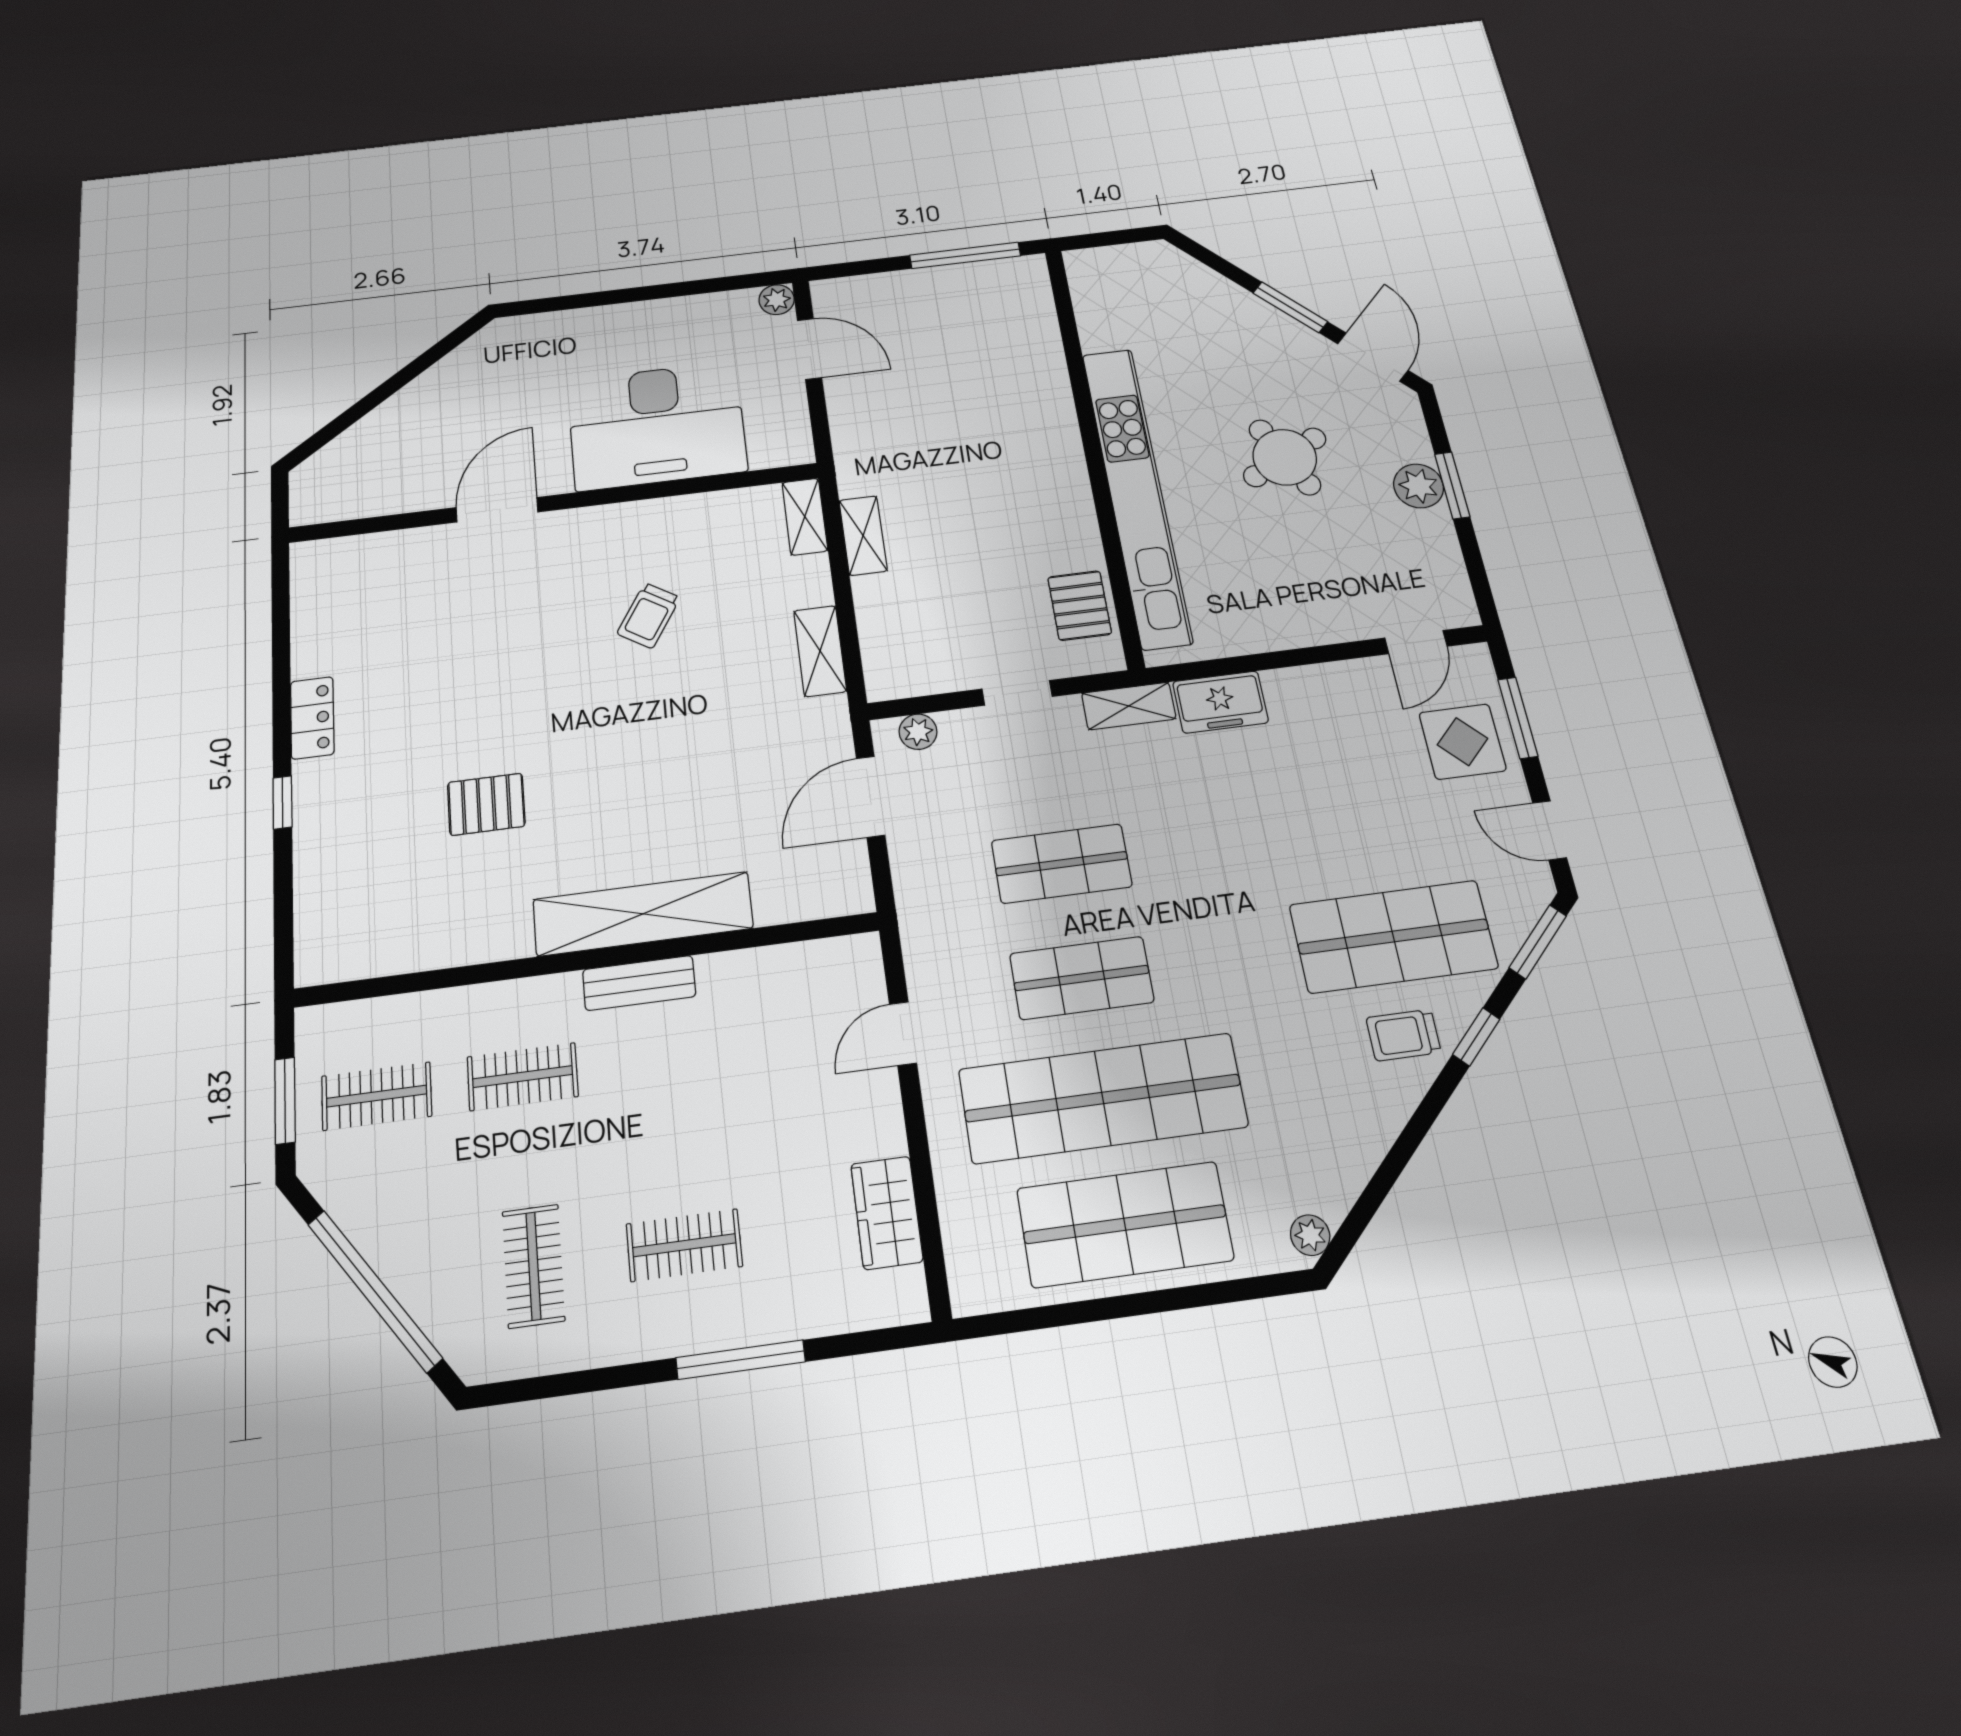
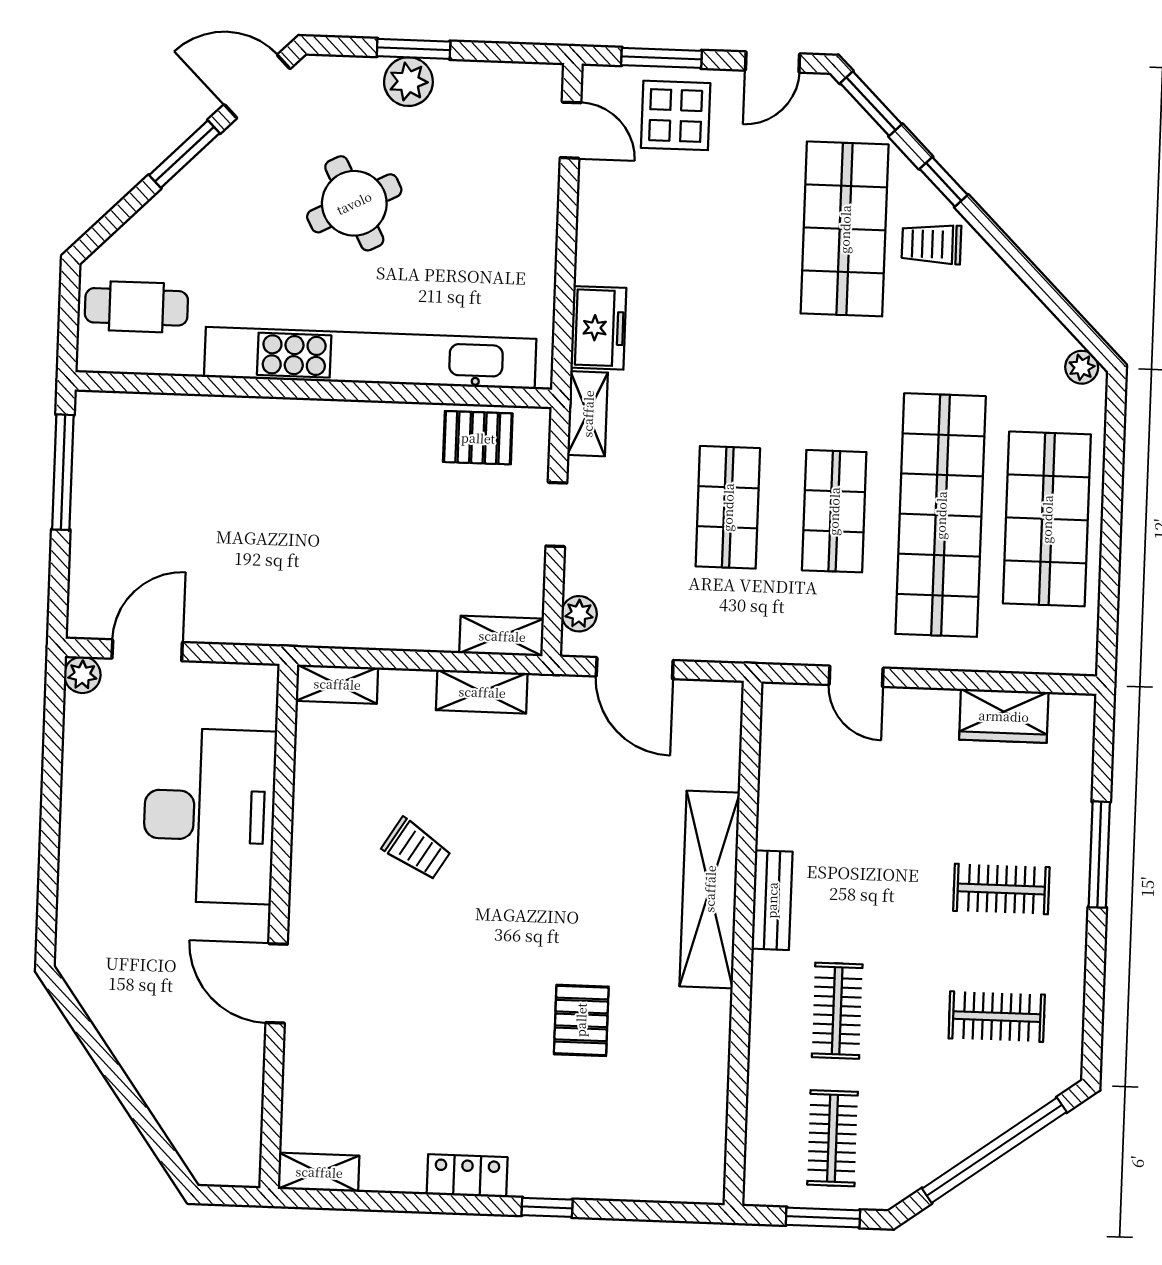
cafe table: (1135, 290) -> (136, 307), added
shelving: (863, 536) -> (502, 636), moved
shelving: (308, 577) -> (319, 1172), added
trolley: (1403, 1035) -> (931, 244), turned 90
clothes rail: (684, 1245) -> (1001, 889), turned 90

